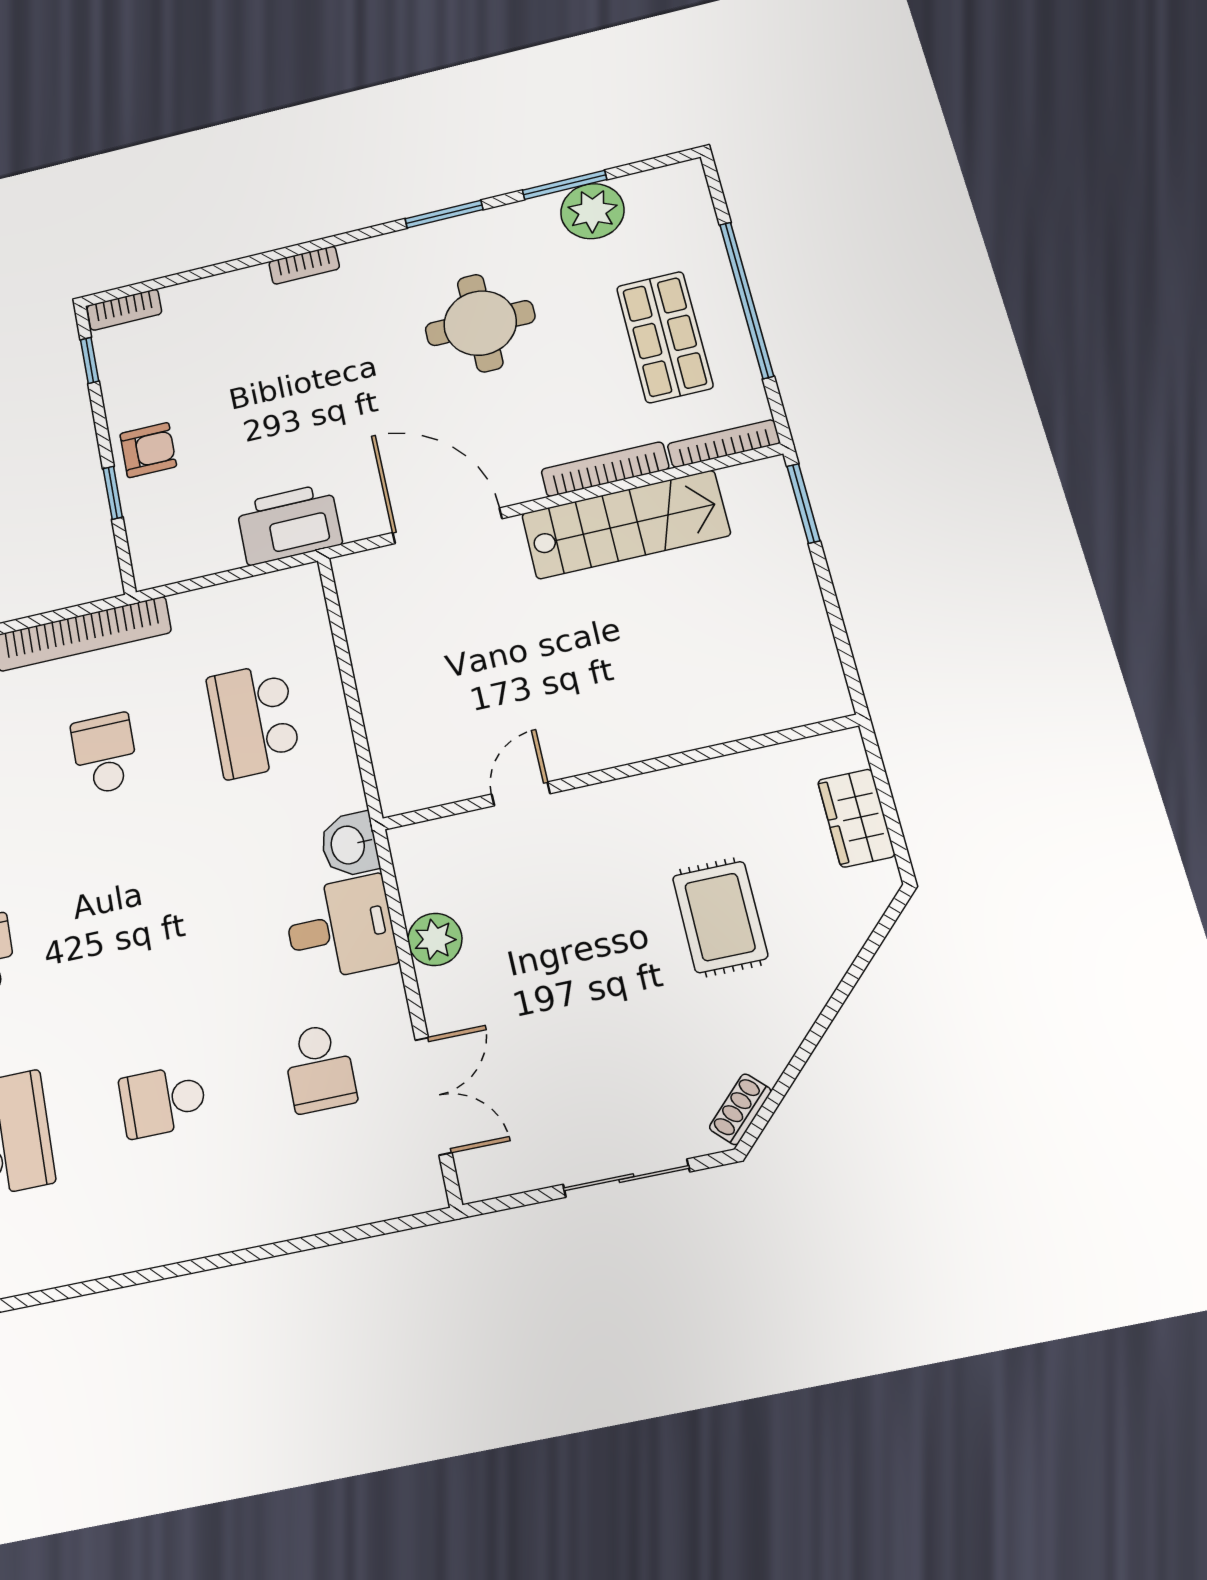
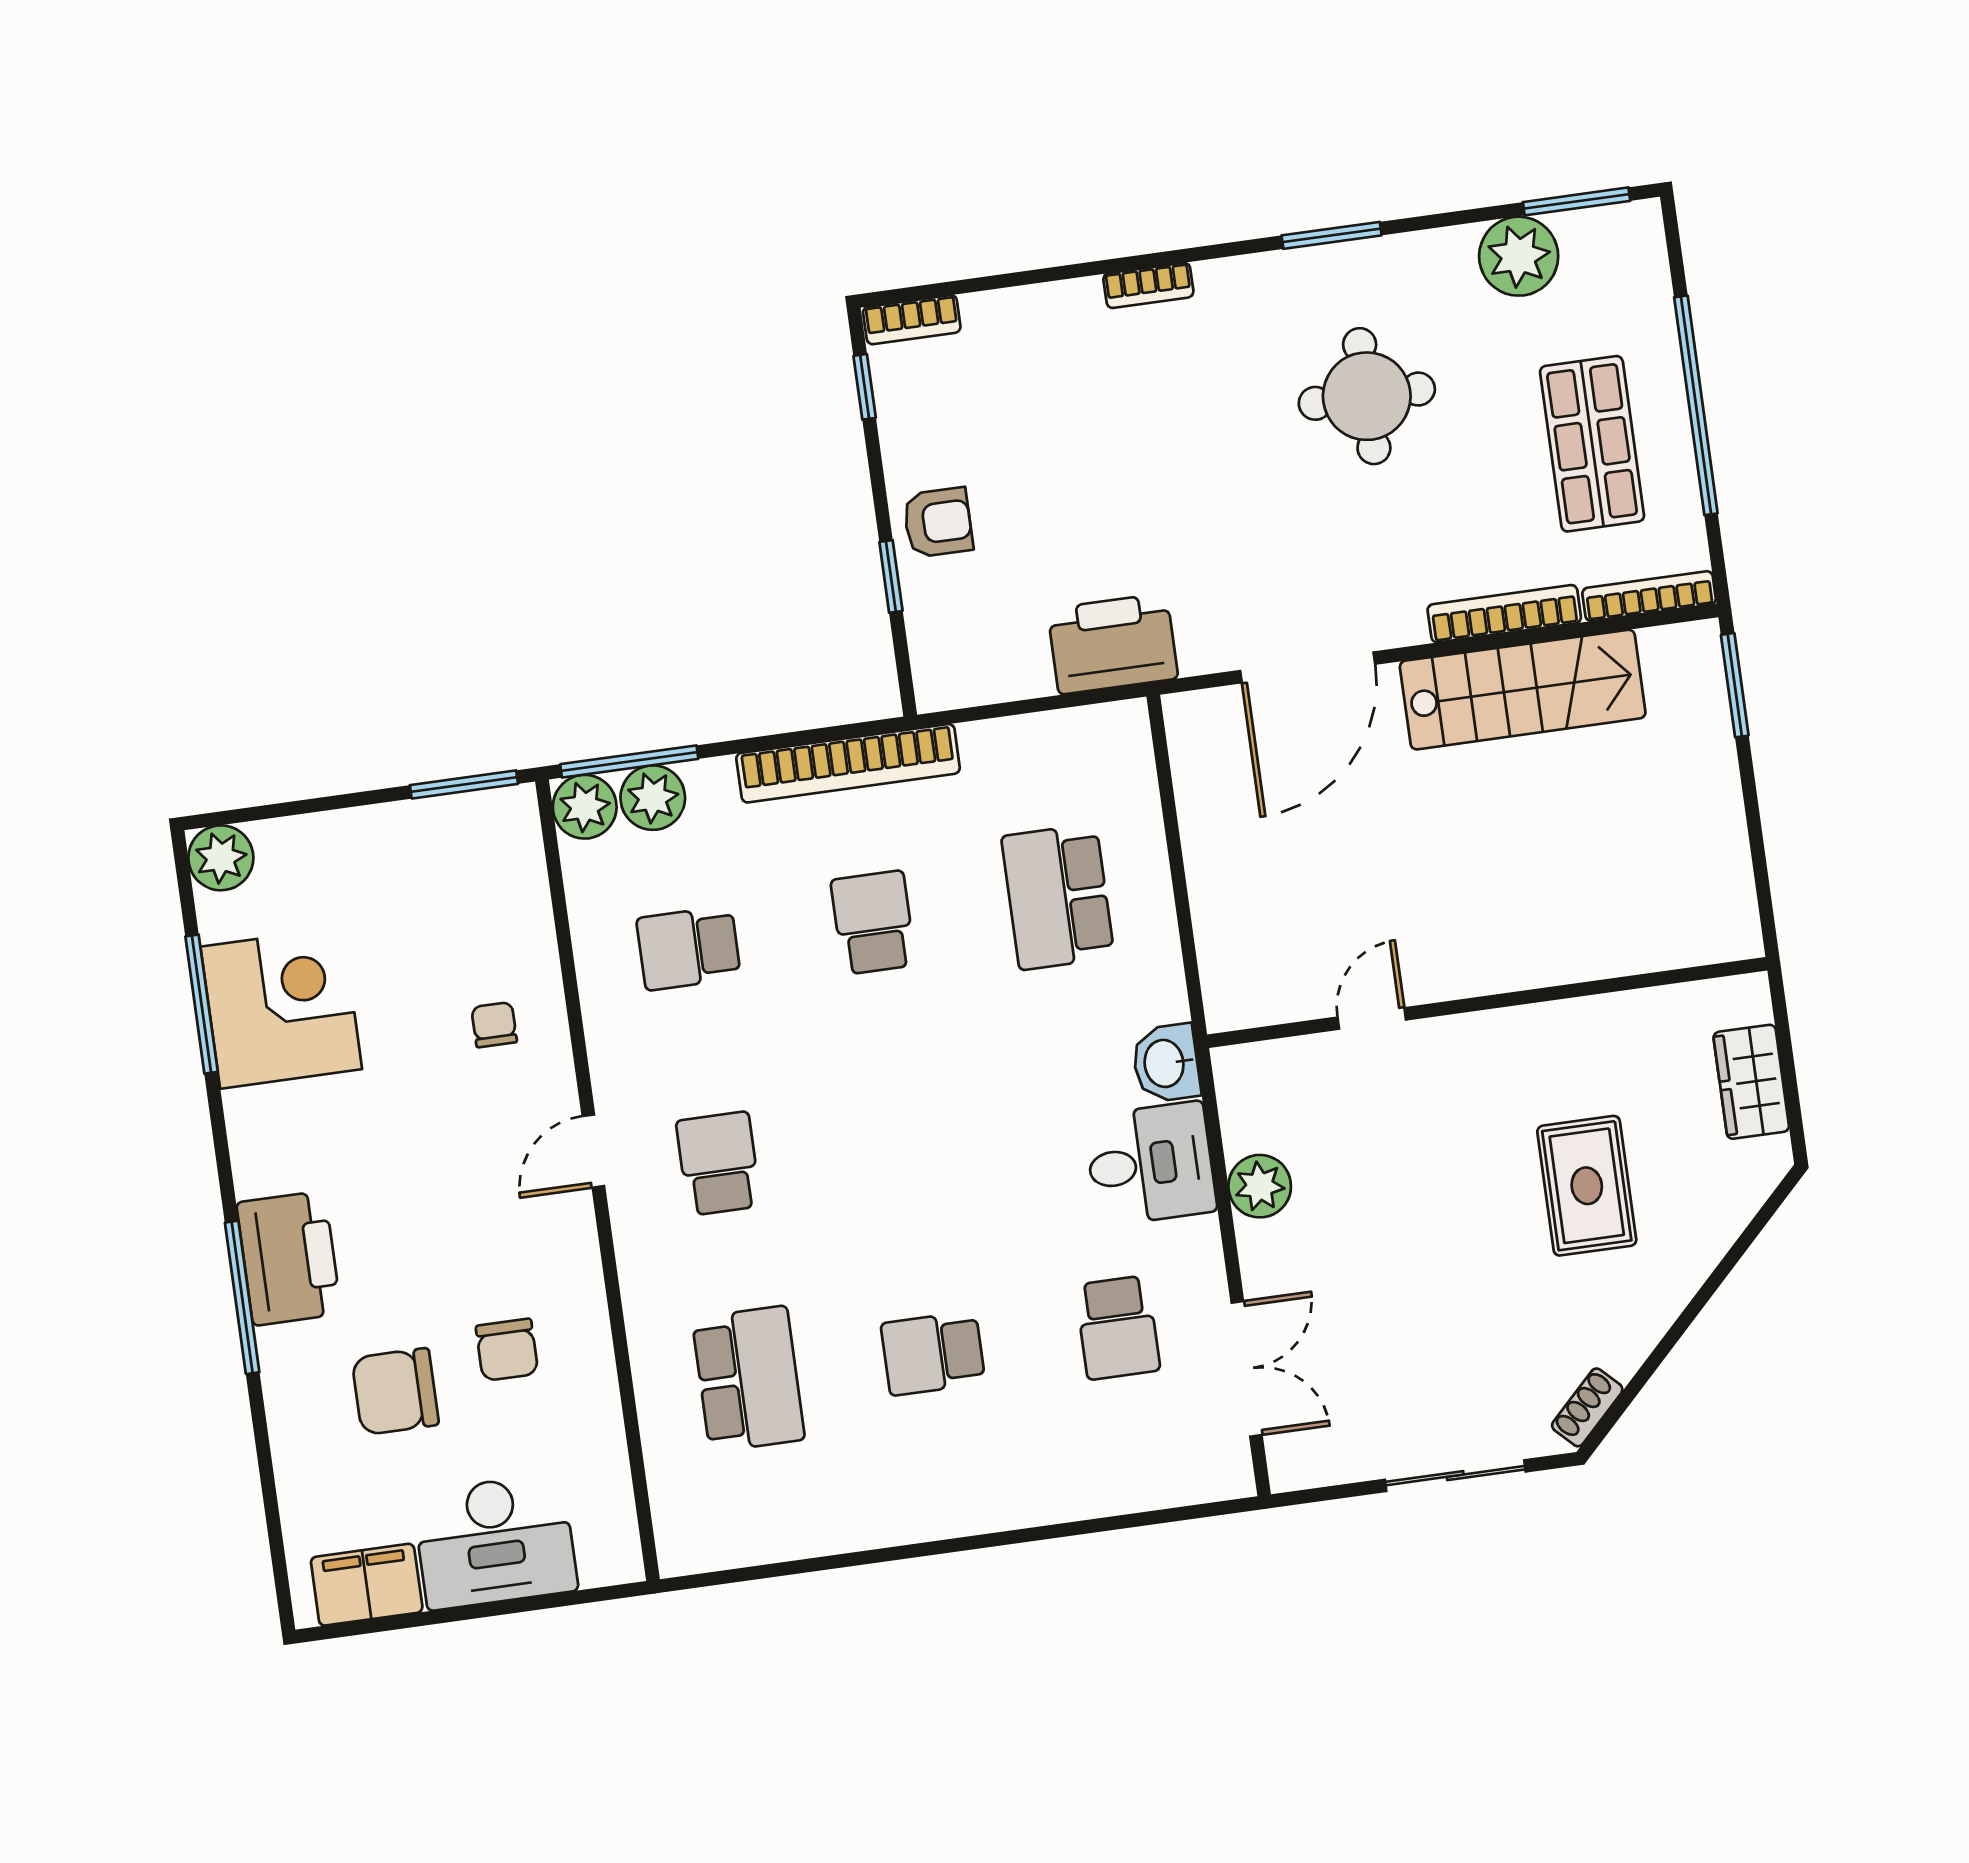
window: (565, 185) -> (1577, 201), moved
door: (447, 526) -> (1308, 667), swing flipped

